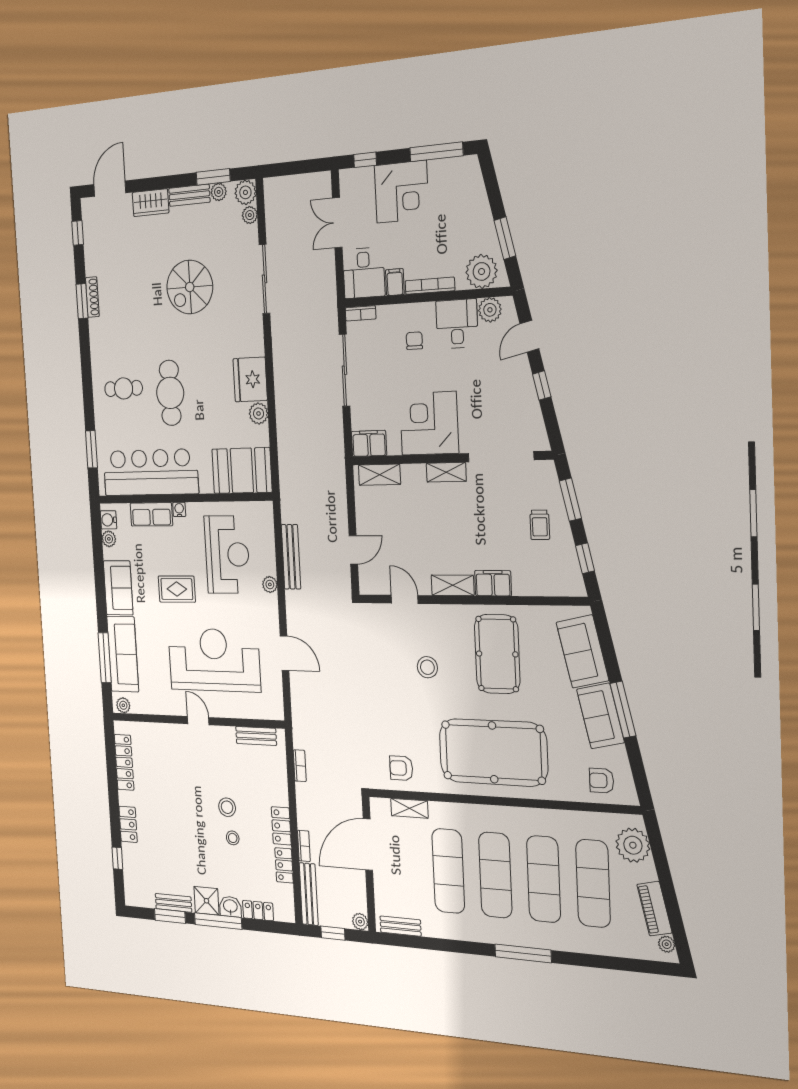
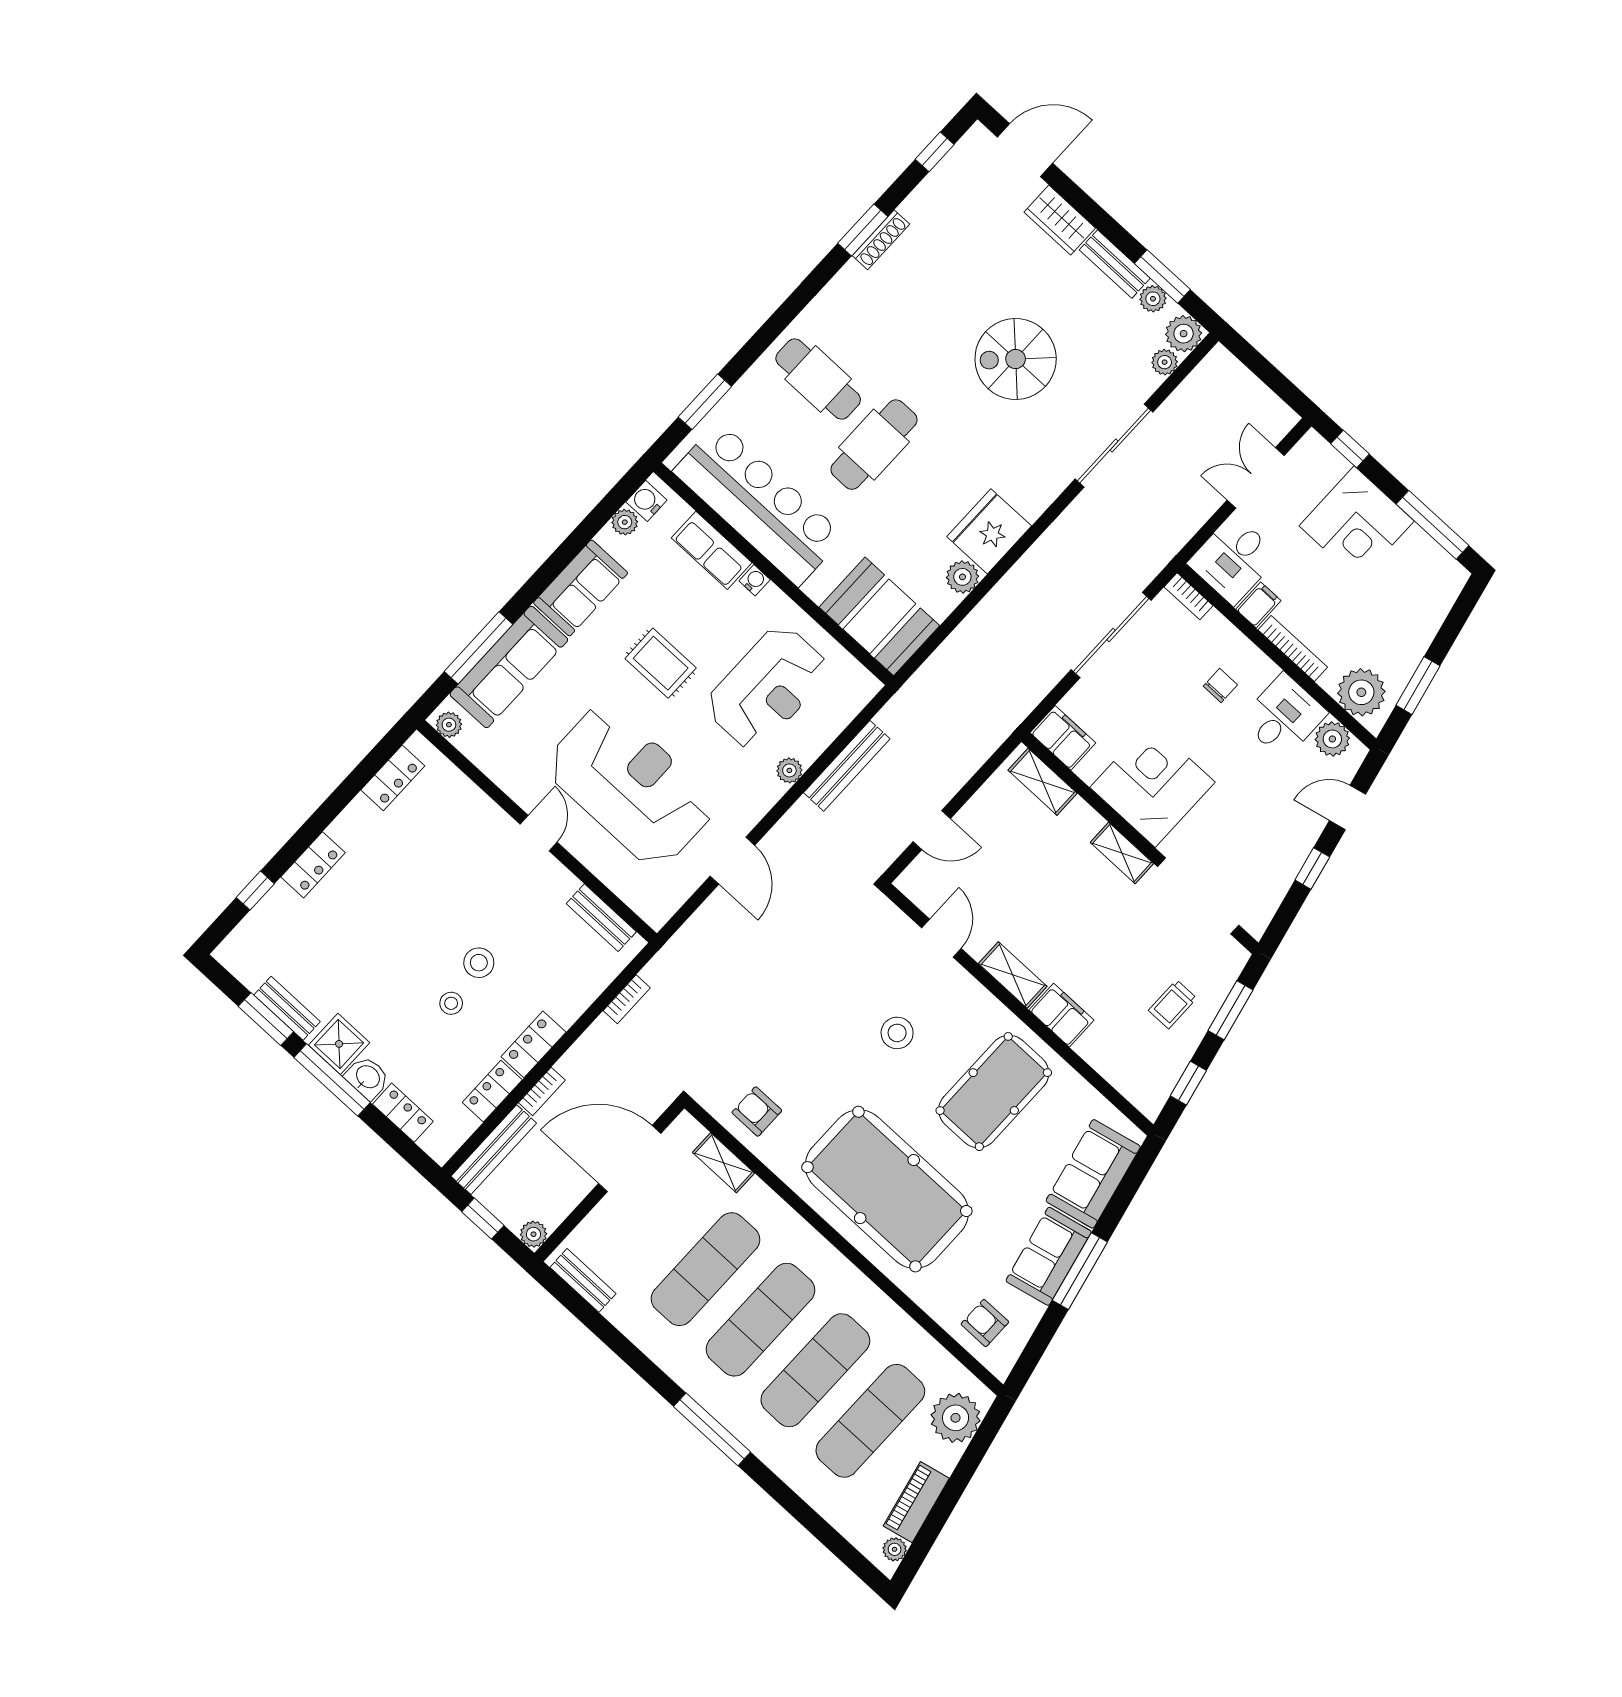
cafe table: (124, 388) -> (818, 379), width x1.37, depth x1.35
locker: (124, 762) -> (393, 778), width x0.66

